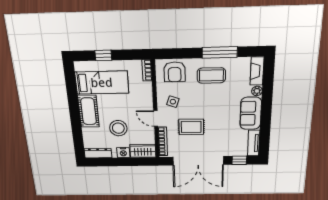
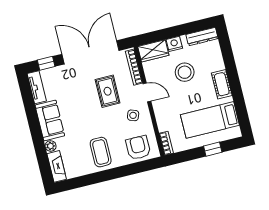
window: (220, 52) -> (98, 177), removed
coffee table: (211, 75) -> (101, 152), turned 90
cot: (89, 111) -> (222, 84), width x0.73, depth x0.75
rug: (191, 127) -> (108, 91), turned 90

